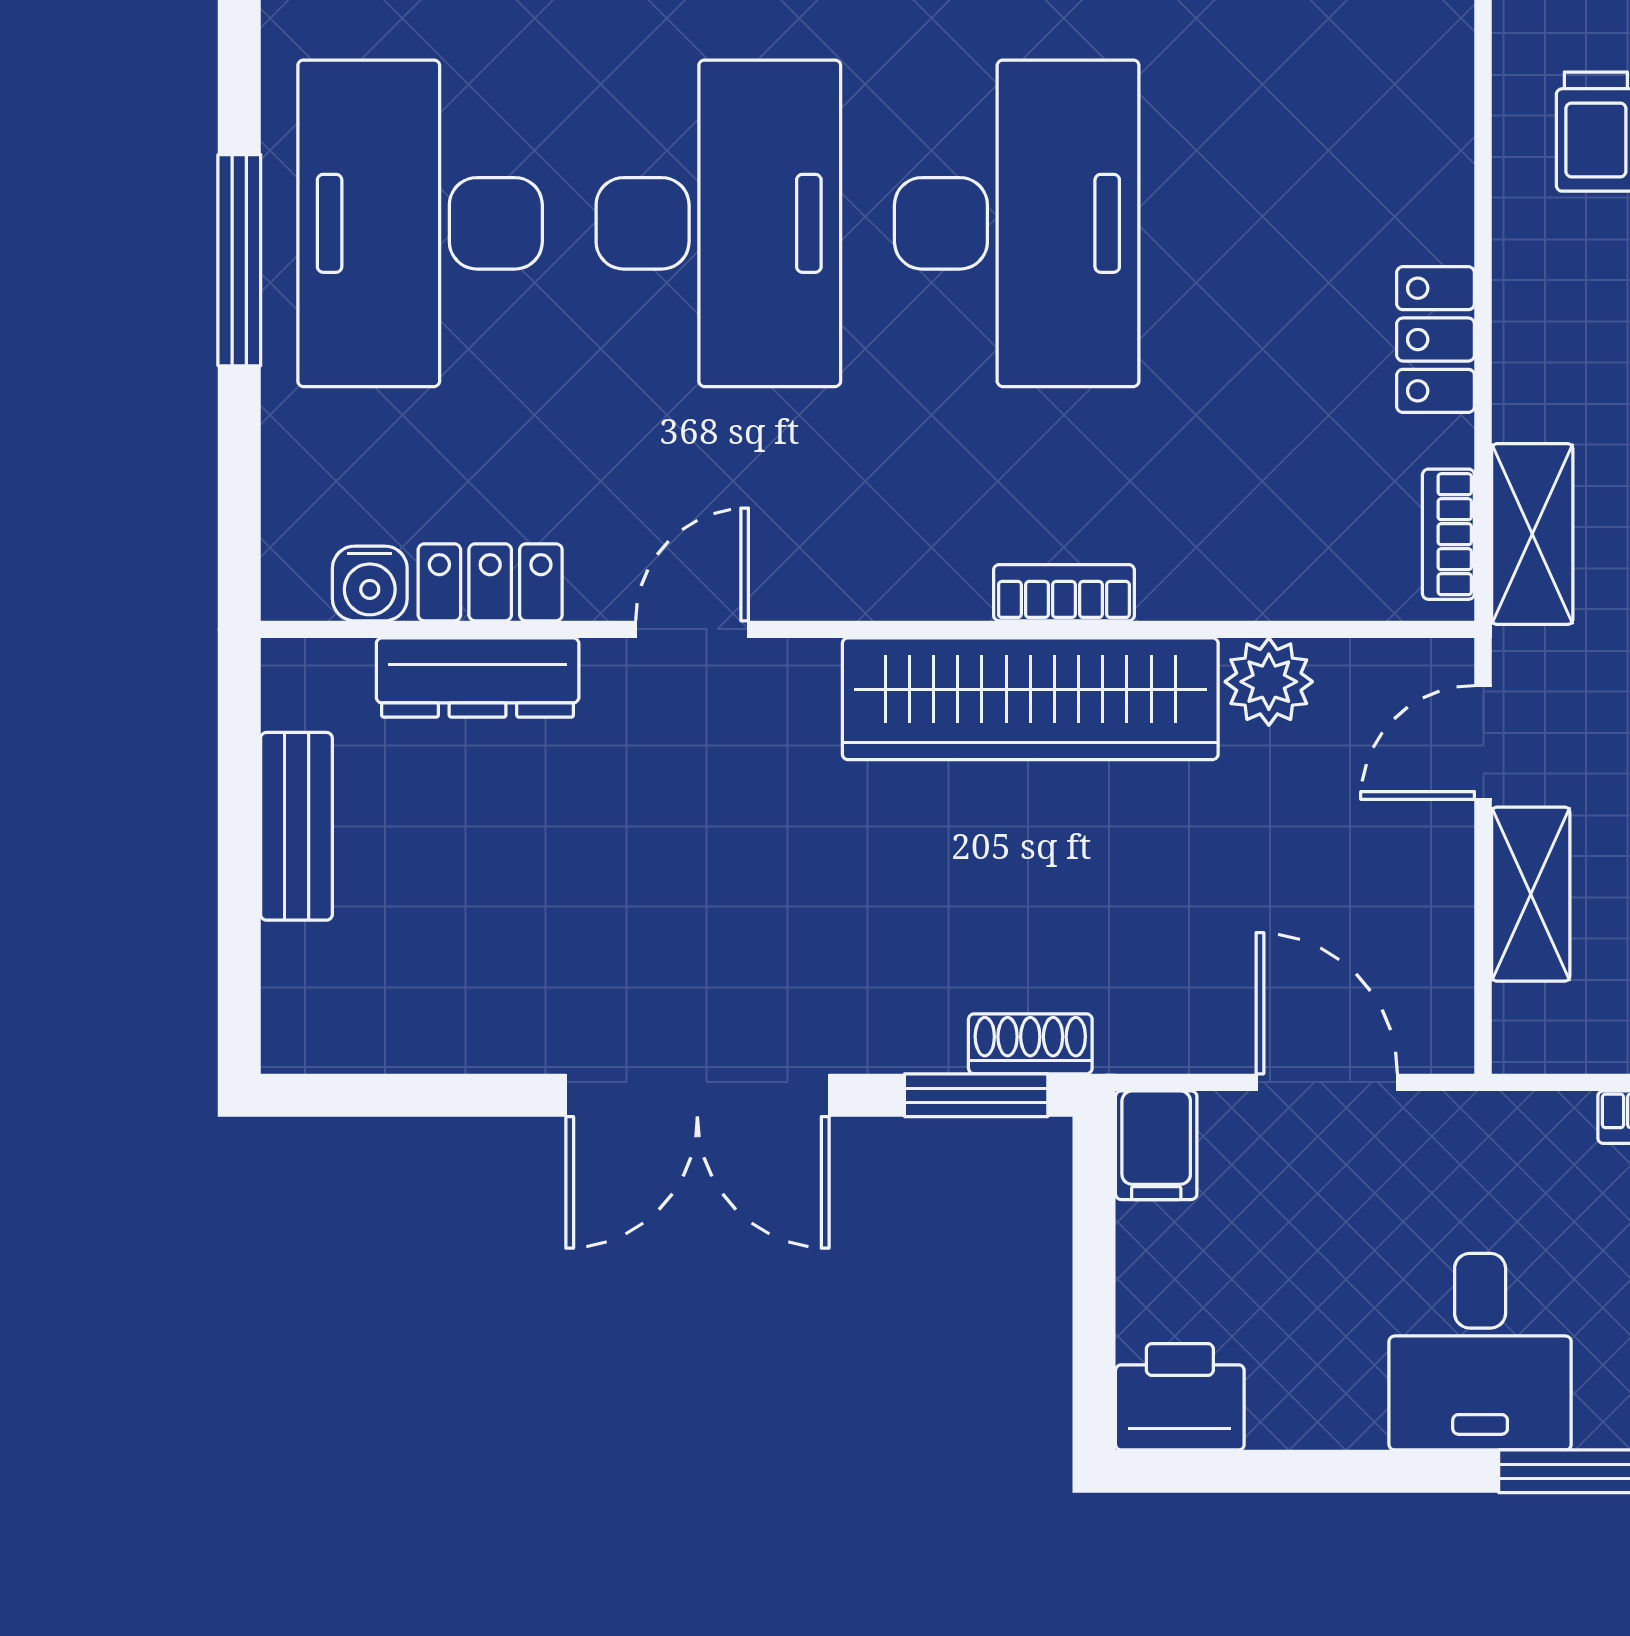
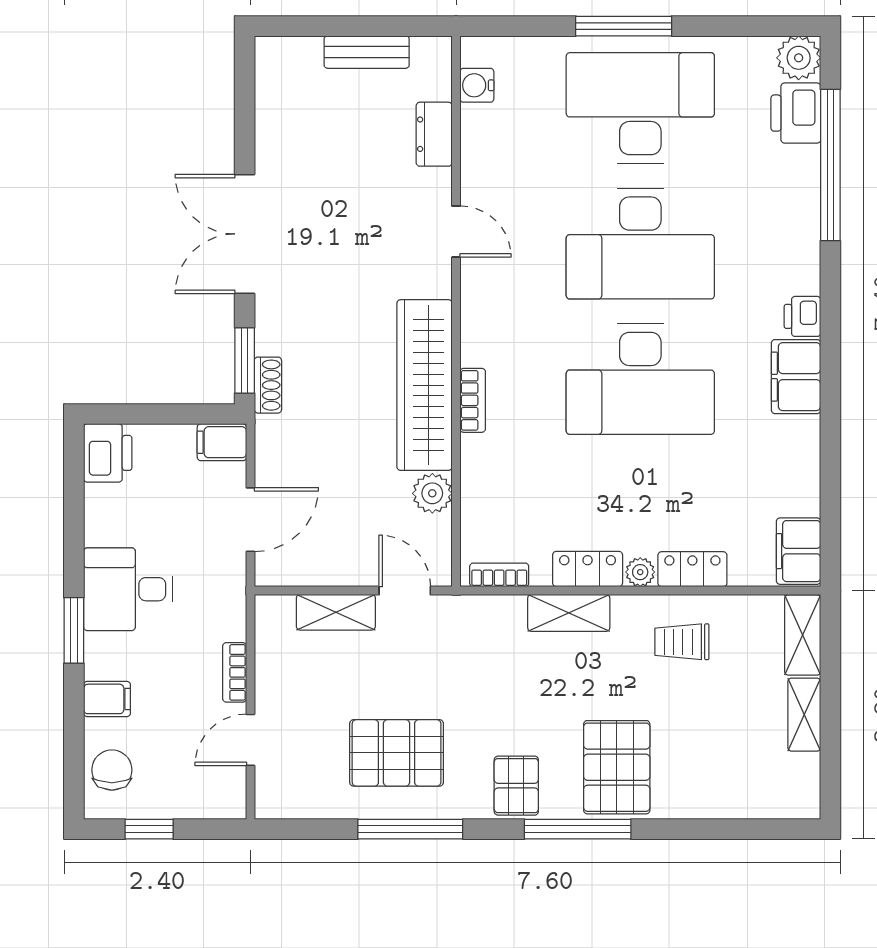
plant: (1442, 224) -> (640, 572), added
shelving: (1532, 534) -> (569, 613), moved
locker: (490, 582) -> (692, 569), moved, turned -90
dresser: (478, 678) -> (434, 134), width x0.70

